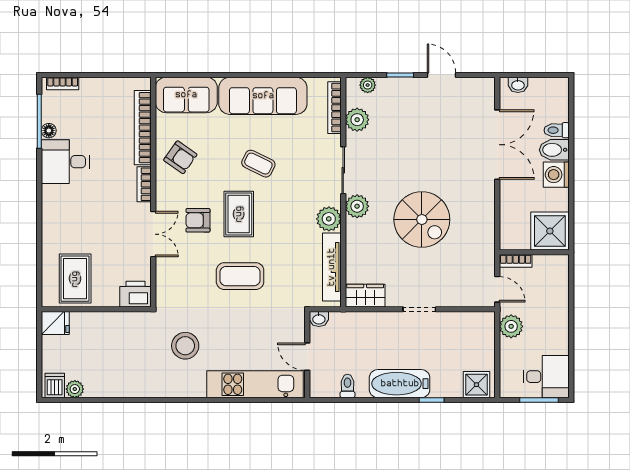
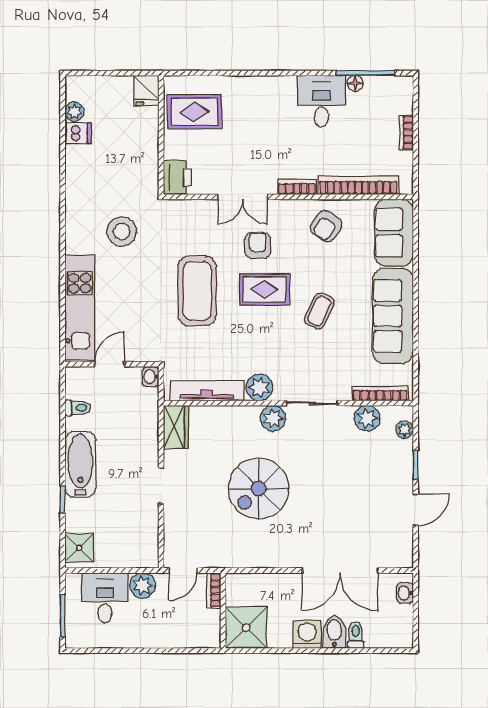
bookcase: (63, 83) -> (406, 133), moved
coffee table: (240, 276) -> (197, 291), width x1.36, depth x1.32
desk: (546, 377) -> (105, 598), moved, turned 180
dishwasher: (55, 386) -> (78, 133), moved

